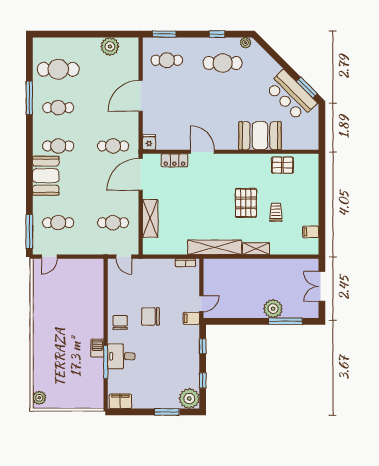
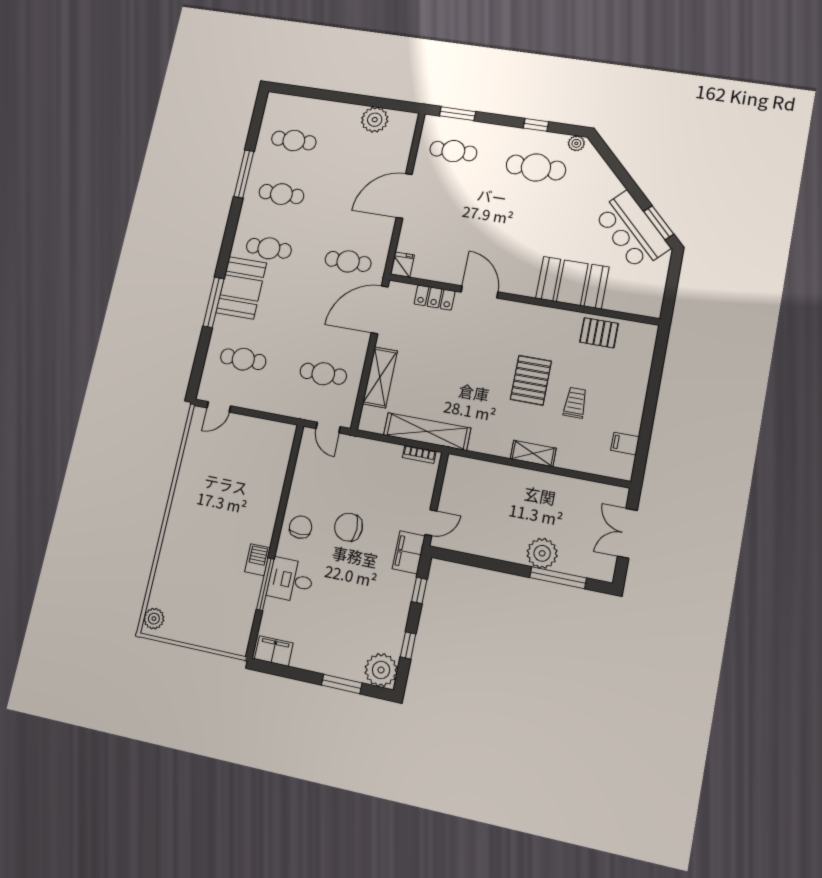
cafe table: (58, 69) -> (294, 141), width x0.73, depth x0.74
window: (29, 232) -> (213, 302), moved
shelving: (215, 247) -> (427, 432), moved
filing cabinet: (191, 318) -> (409, 552), width x2.00

